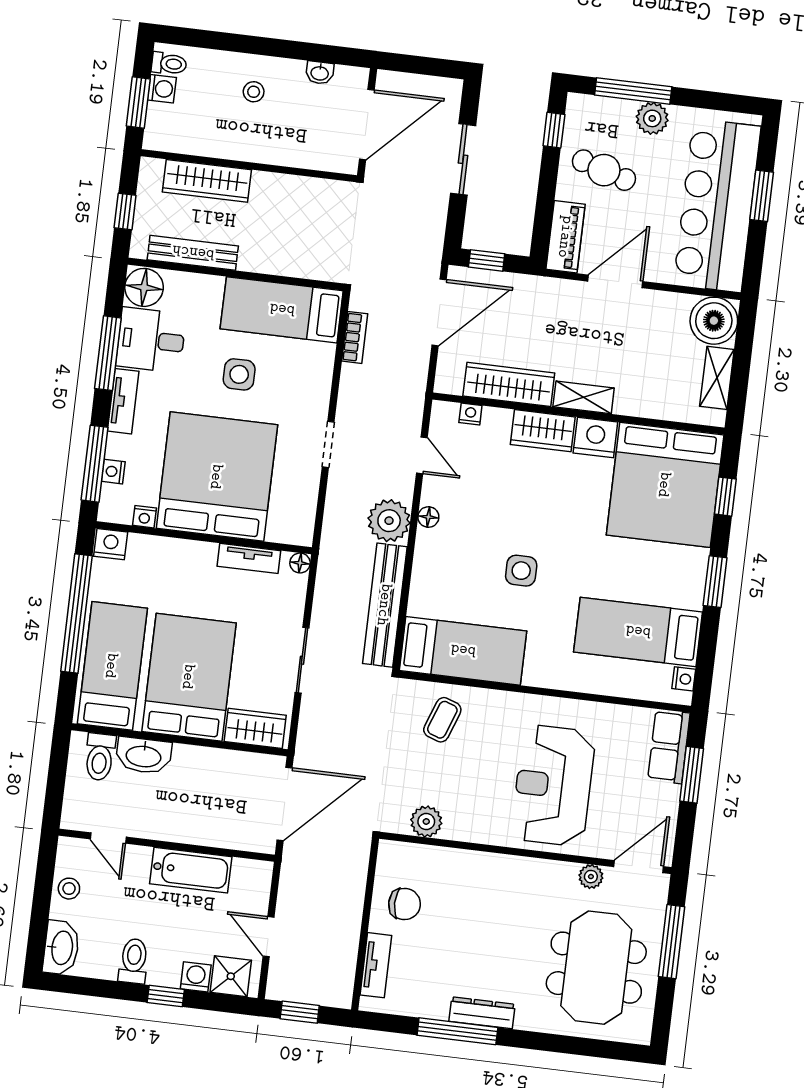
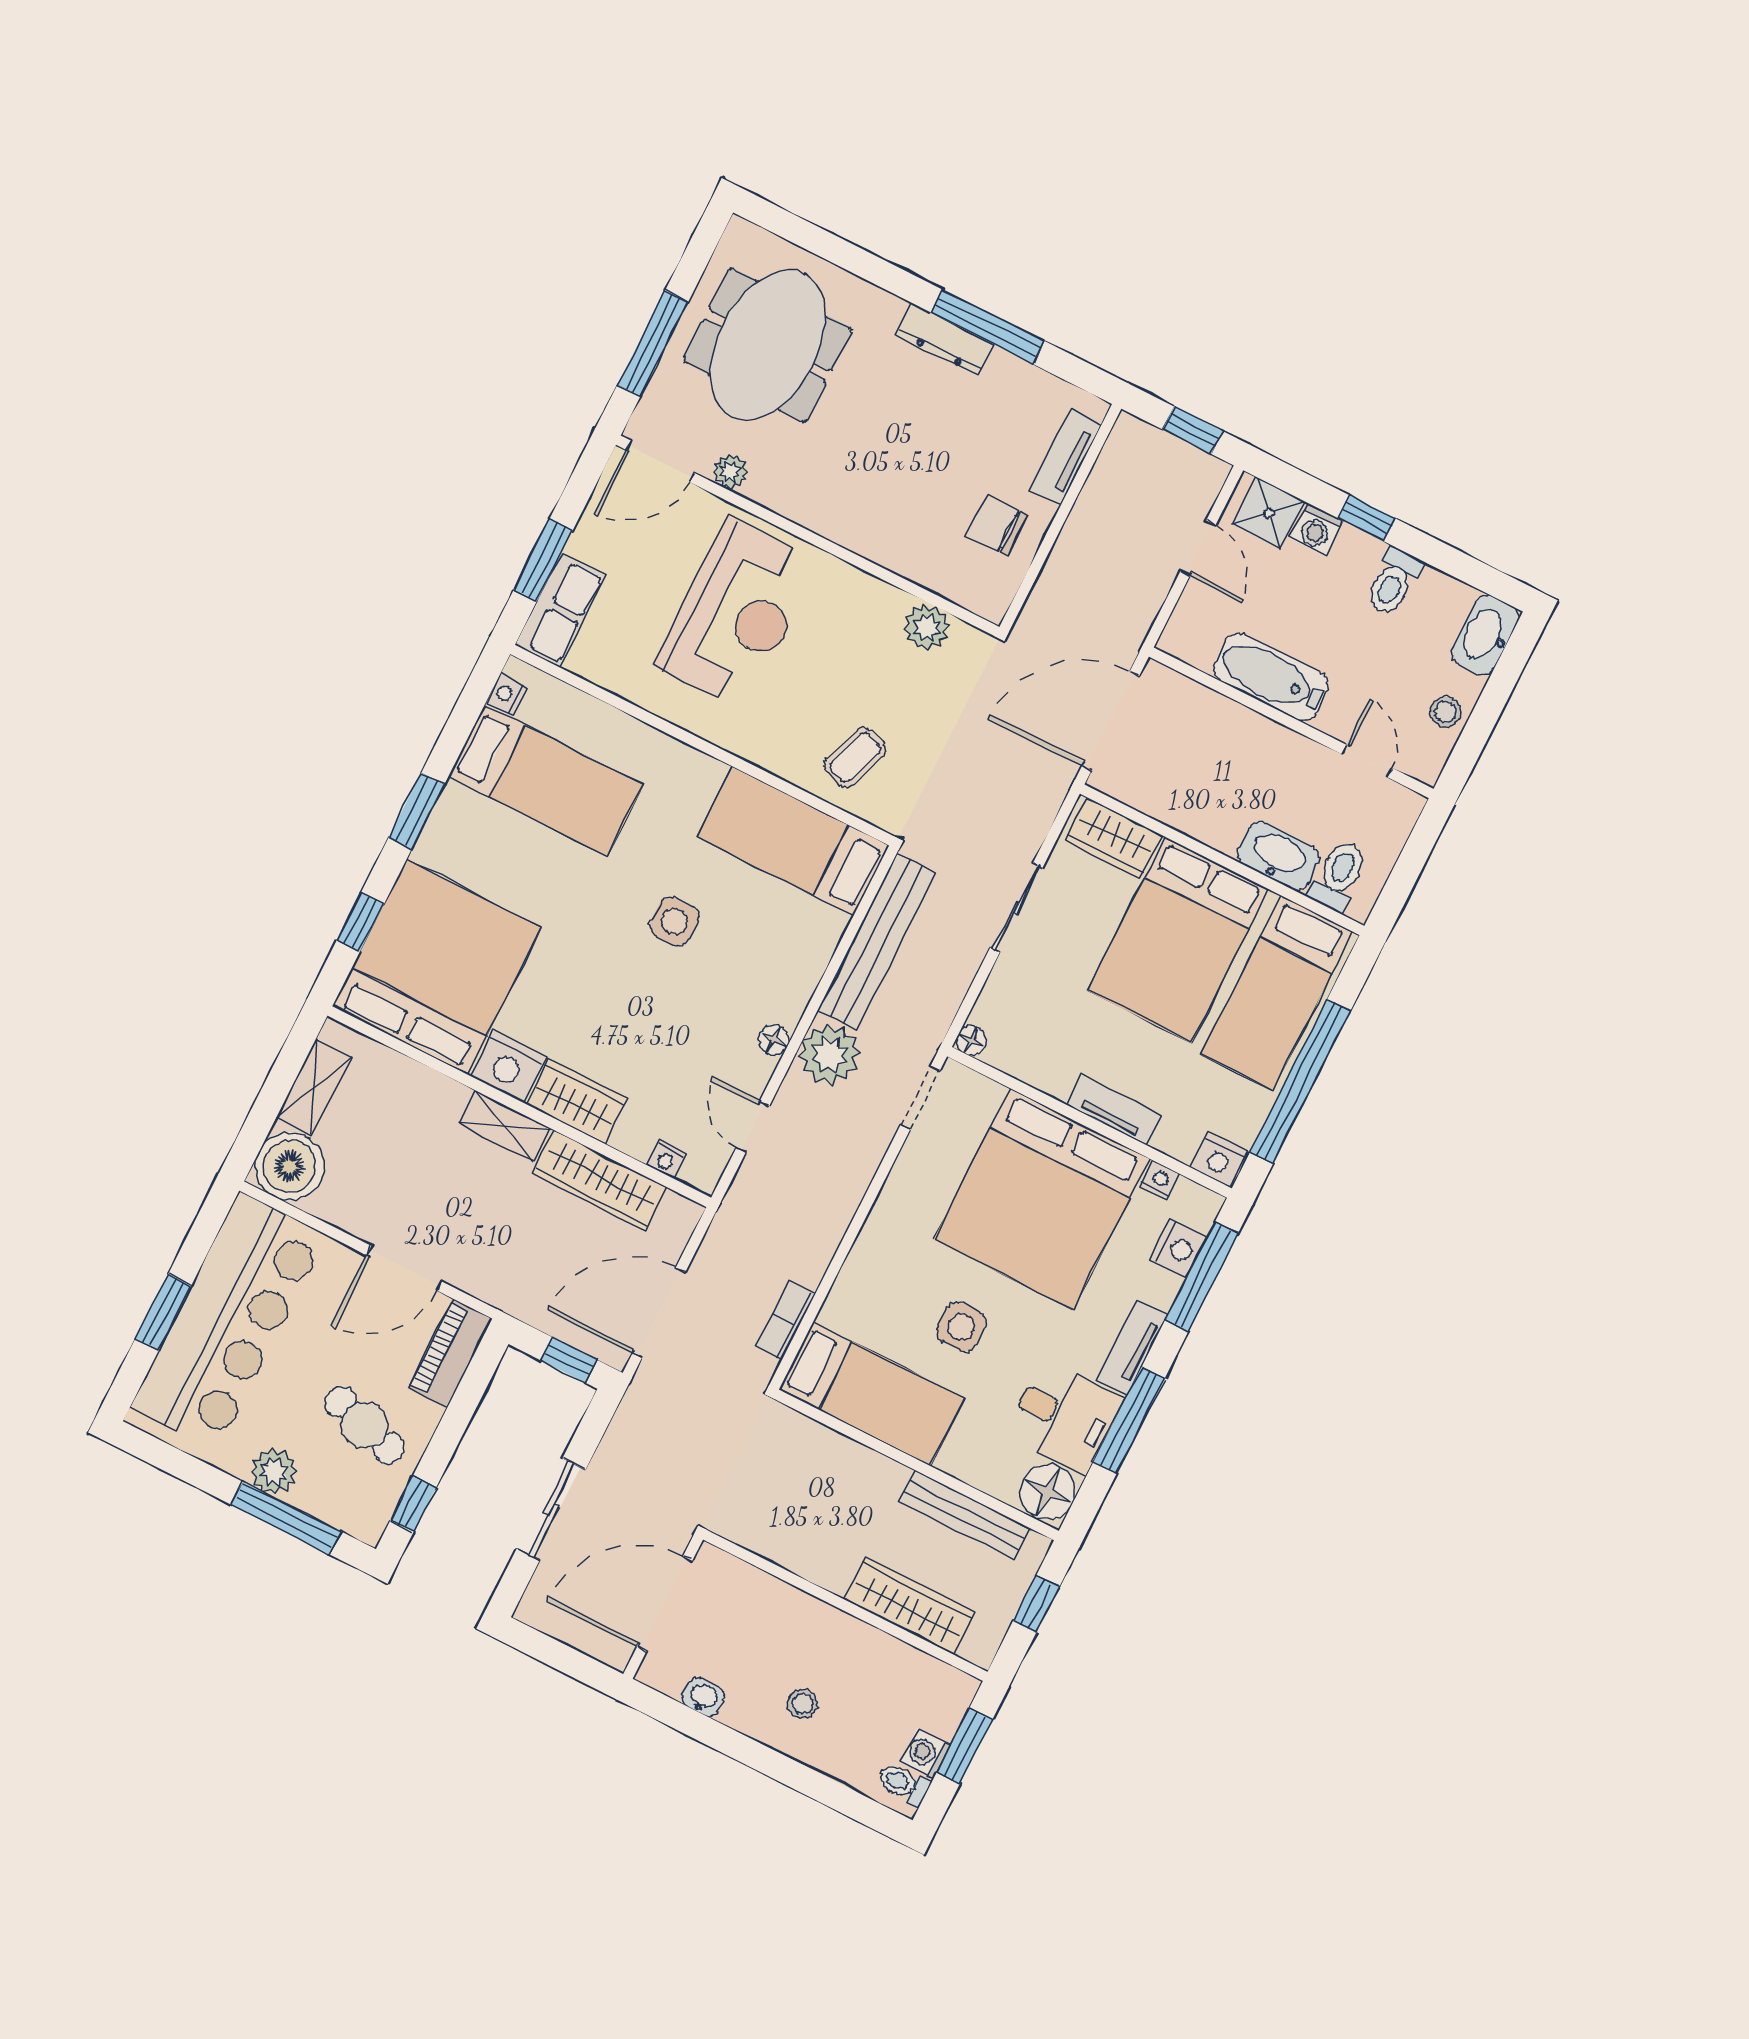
doorway: (328, 444) -> (920, 1098), moved
nightstand: (113, 472) -> (1178, 1249), width x1.39, depth x1.35
tv unit: (249, 558) -> (1114, 1110), moved

